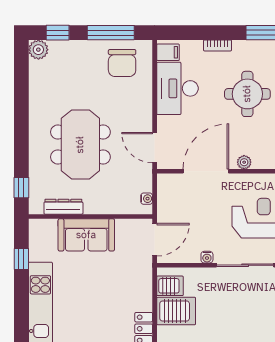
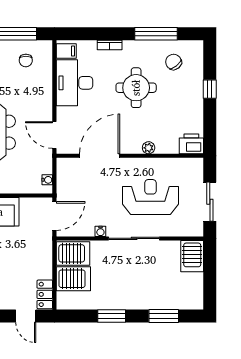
chair: (122, 63) -> (26, 60), width x0.54, depth x0.54
plant: (244, 162) -> (149, 148), moved
server rack: (170, 286) -> (73, 253), width x1.36, depth x1.44

